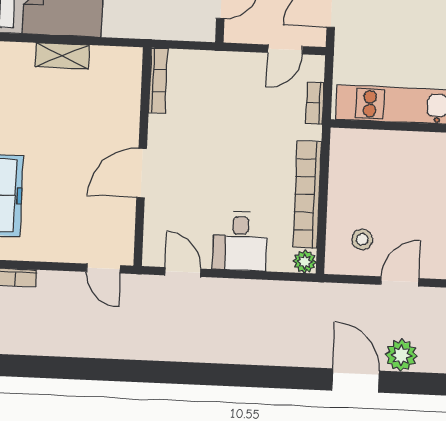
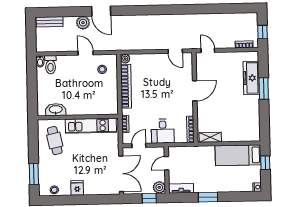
shelving: (62, 56) -> (210, 137), moved
desk: (240, 241) -> (163, 131), moved, turned 180
door: (400, 281) -> (86, 53), swing flipped

